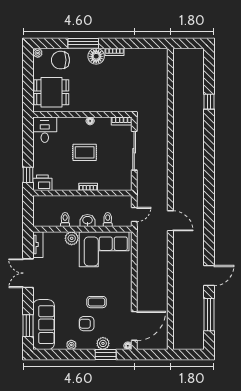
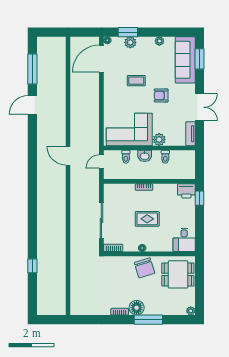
chair: (60, 60) -> (144, 268), moved, turned 73
armchair: (87, 324) -> (161, 95), moved, turned 180

